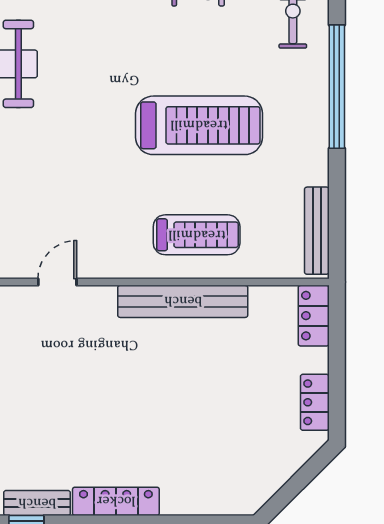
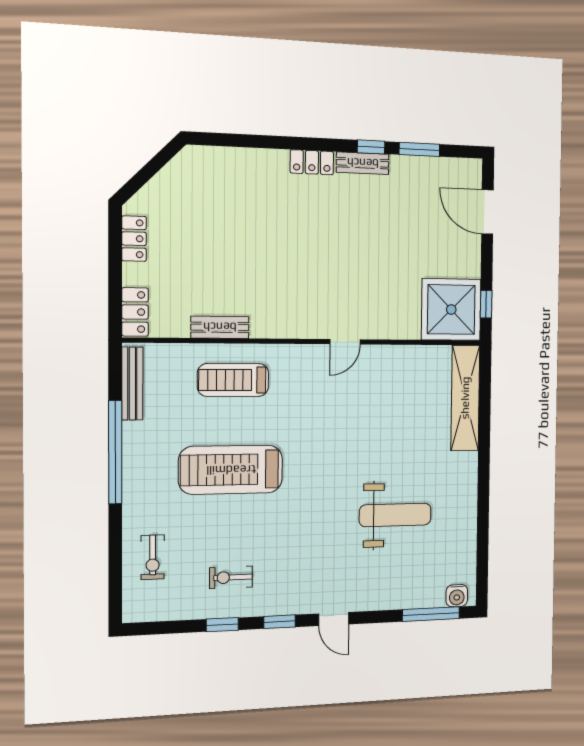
window: (337, 87) -> (115, 452), moved
bench: (183, 301) -> (220, 327), width x0.54, depth x0.82
locker: (116, 501) -> (312, 162), width x0.66

